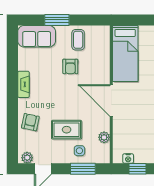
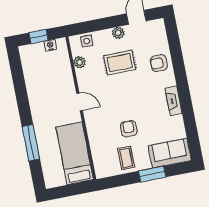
door: (111, 100) -> (80, 102), width x0.53
armchair: (30, 122) -> (159, 63), turned 78
side table: (79, 151) -> (87, 41), moved
plant: (27, 158) -> (118, 33), moved
window: (83, 169) -> (95, 25), removed

